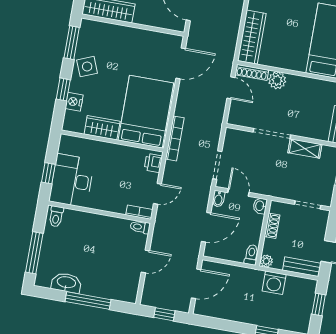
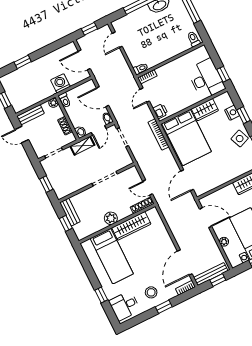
wardrobe: (252, 37) -> (131, 226), moved, turned -90
plant: (277, 80) -> (111, 218), moved
shelving: (305, 148) -> (82, 146), moved
window: (48, 173) -> (223, 74), moved
desk: (72, 181) -> (206, 79), moved
door: (238, 193) -> (99, 130), hinge flipped
door: (206, 227) -> (102, 97), hinge flipped
door: (145, 261) -> (117, 40), moved
washing machine: (274, 283) -> (60, 83), moved
door: (196, 284) -> (84, 60), hinge flipped

